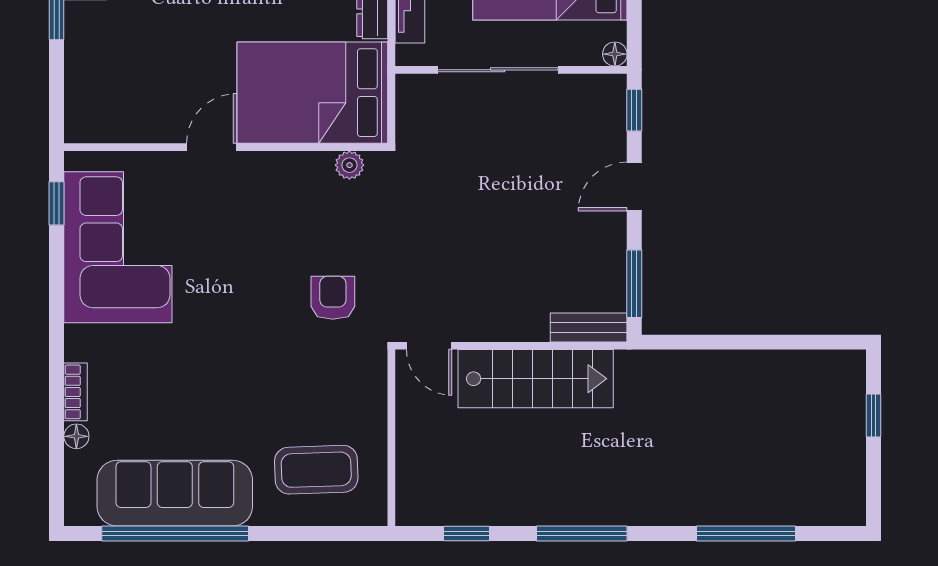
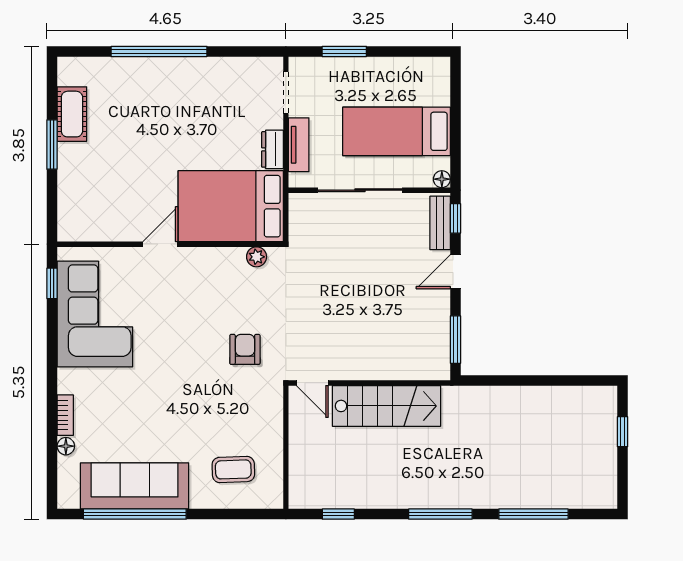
bench: (589, 328) -> (440, 223), moved, turned 90
coffee table: (316, 470) -> (233, 469), width x0.73, depth x0.77
window: (582, 533) -> (440, 514), moved

